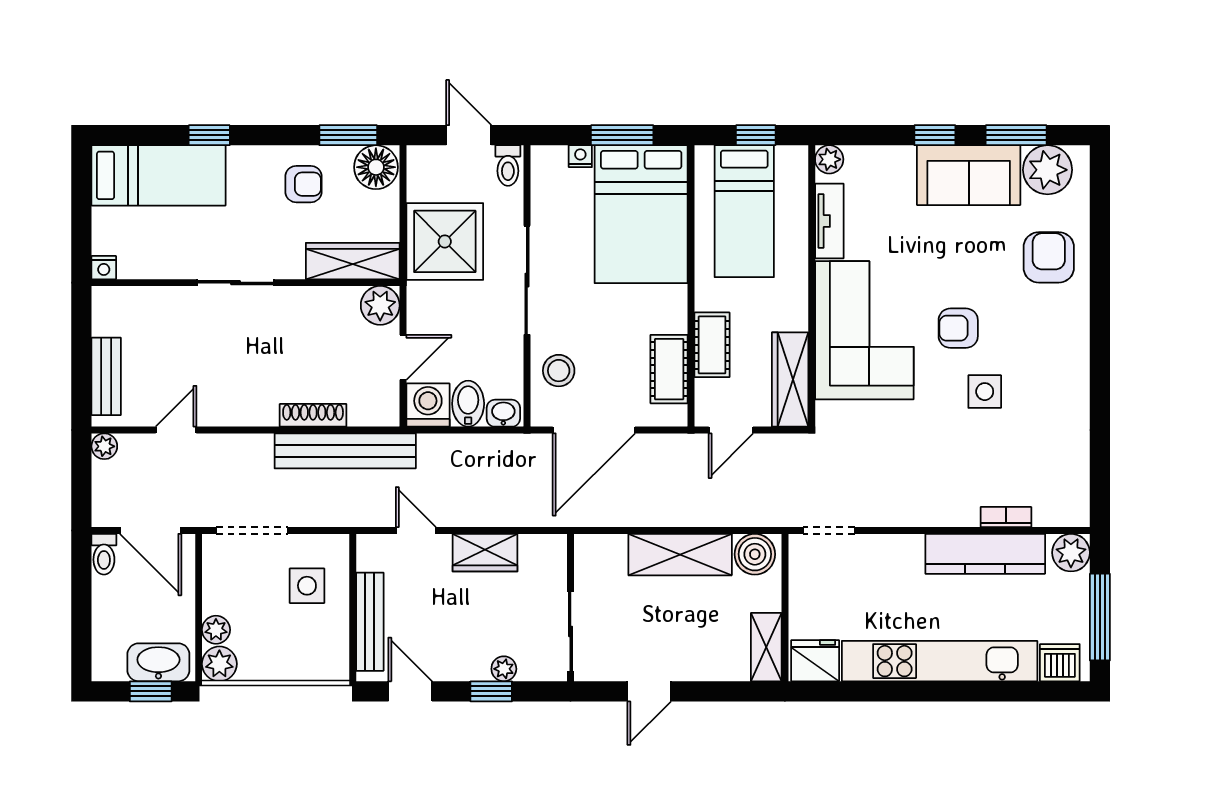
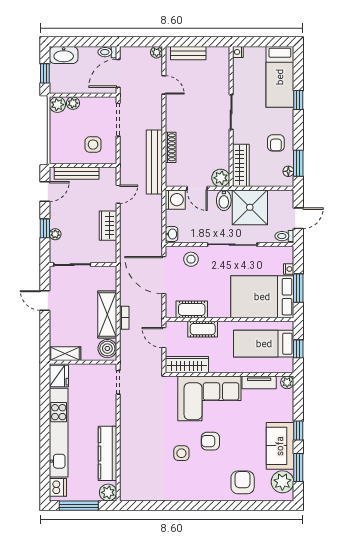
floor lamp: (376, 167) -> (288, 171), width x0.53, depth x0.53
armchair: (1049, 257) -> (243, 482), turned -90
armchair: (958, 328) -> (210, 441), turned -90
bidet: (468, 404) -> (224, 200), moved, turned 90
bookcase: (1006, 517) -> (124, 318), moved
washbasin: (158, 662) -> (64, 55), moved, turned 90

